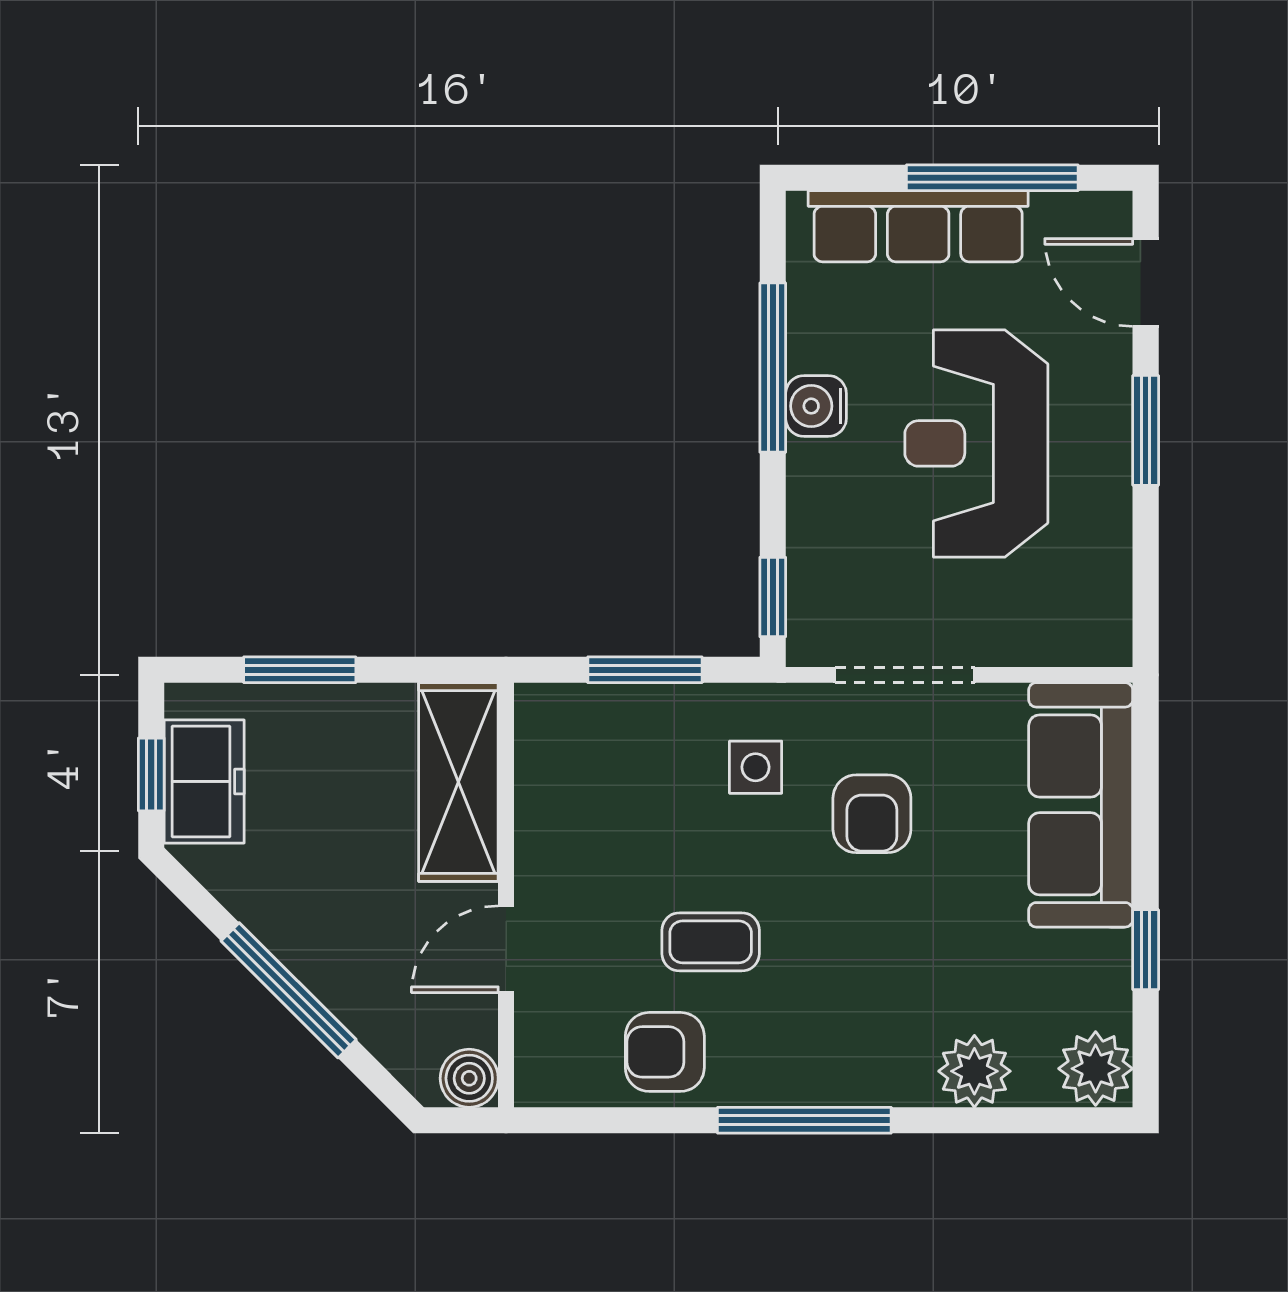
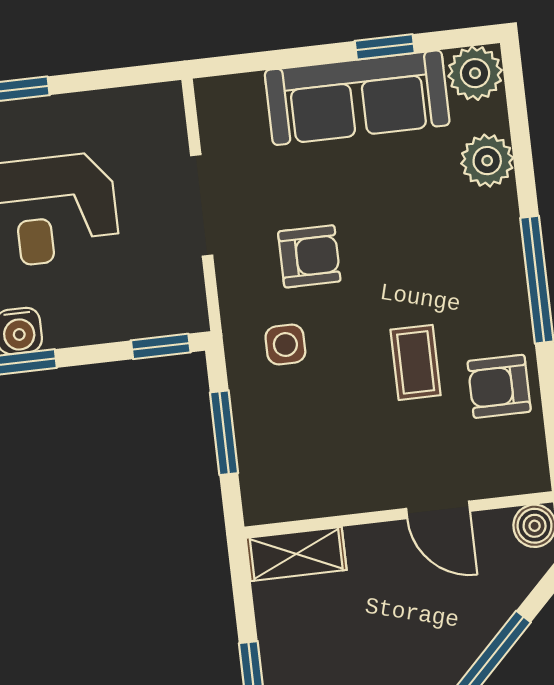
doorway: (905, 675) -> (202, 205), moved
shelving: (458, 782) -> (296, 554), width x0.67, depth x0.75
sofa: (1081, 805) -> (357, 98), moved
armchair: (665, 1052) -> (499, 386), turned 90

